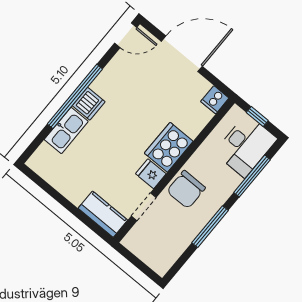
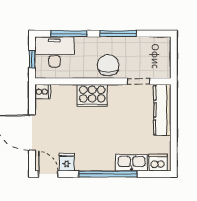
dishwasher: (89, 104) -> (158, 162), moved
fridge: (151, 174) -> (67, 162), moved, turned 180
chair: (186, 189) -> (108, 65), turned -90
kitchen counter: (103, 214) -> (162, 110), width x1.50

